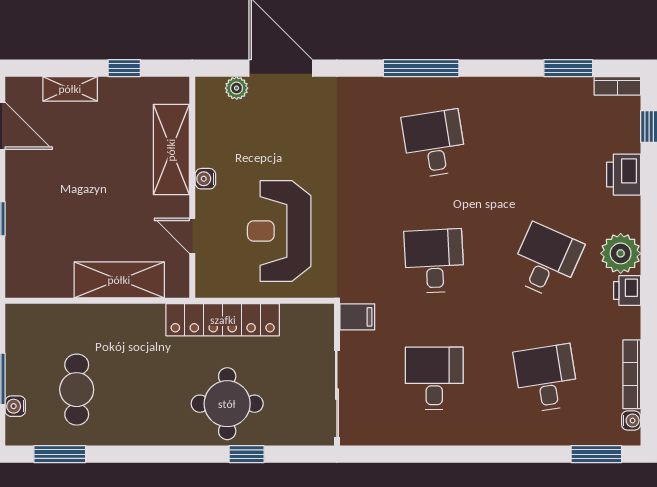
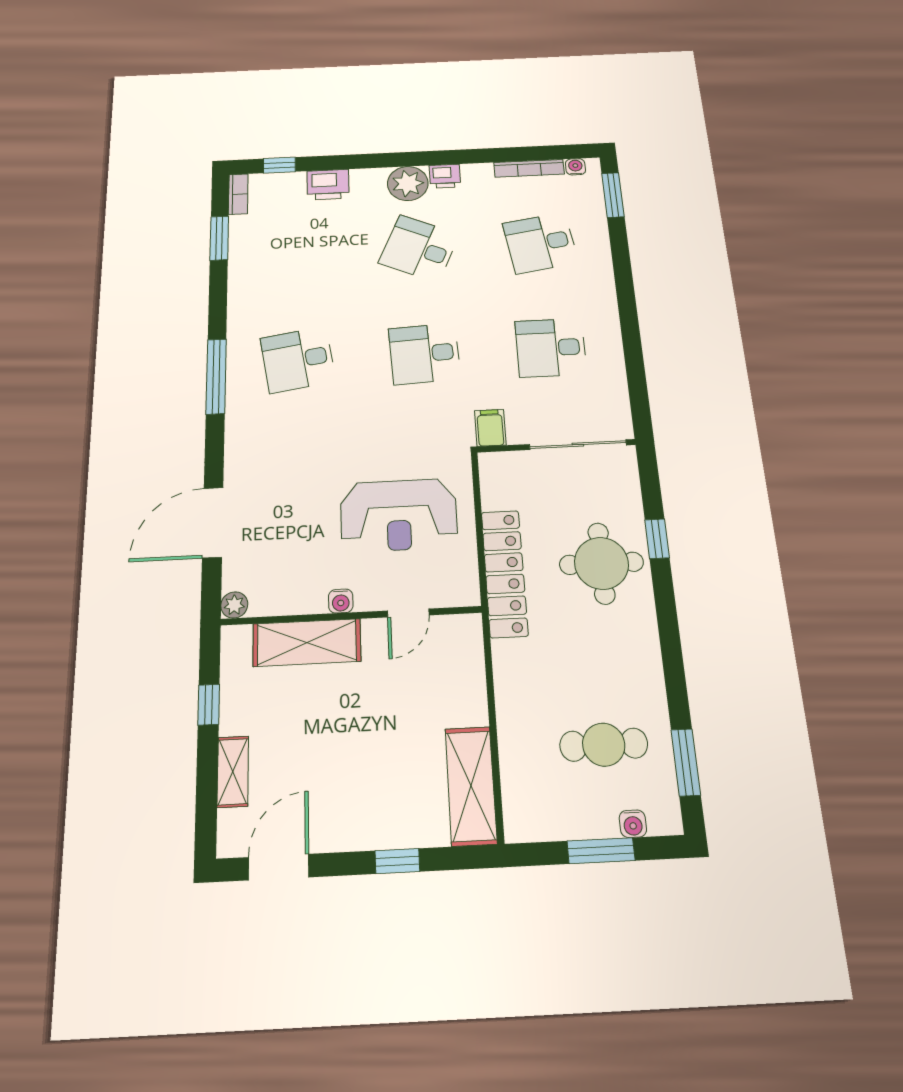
plant: (237, 88) -> (234, 605), moved
shelving: (119, 280) -> (471, 786), moved

